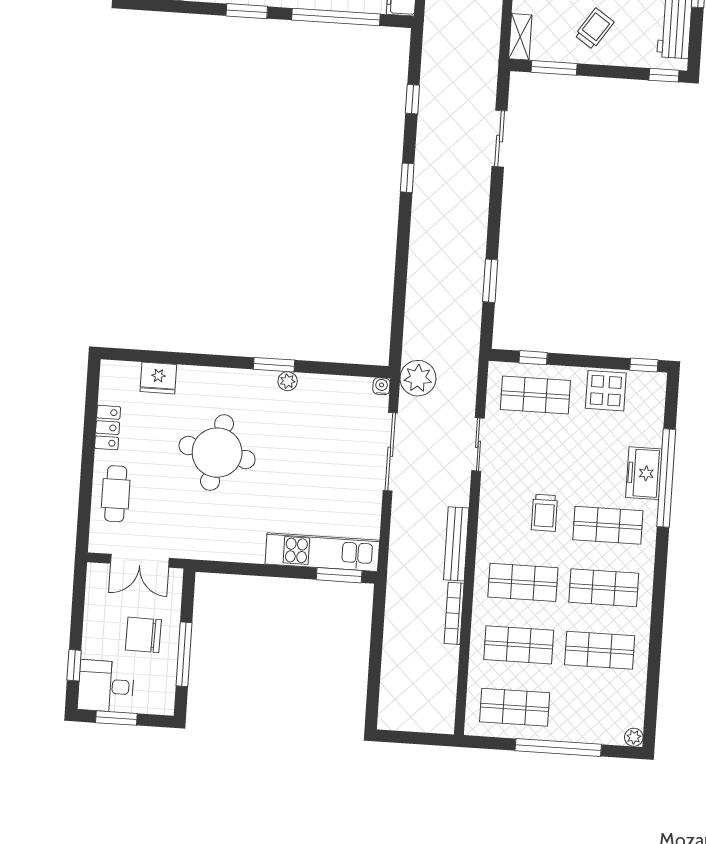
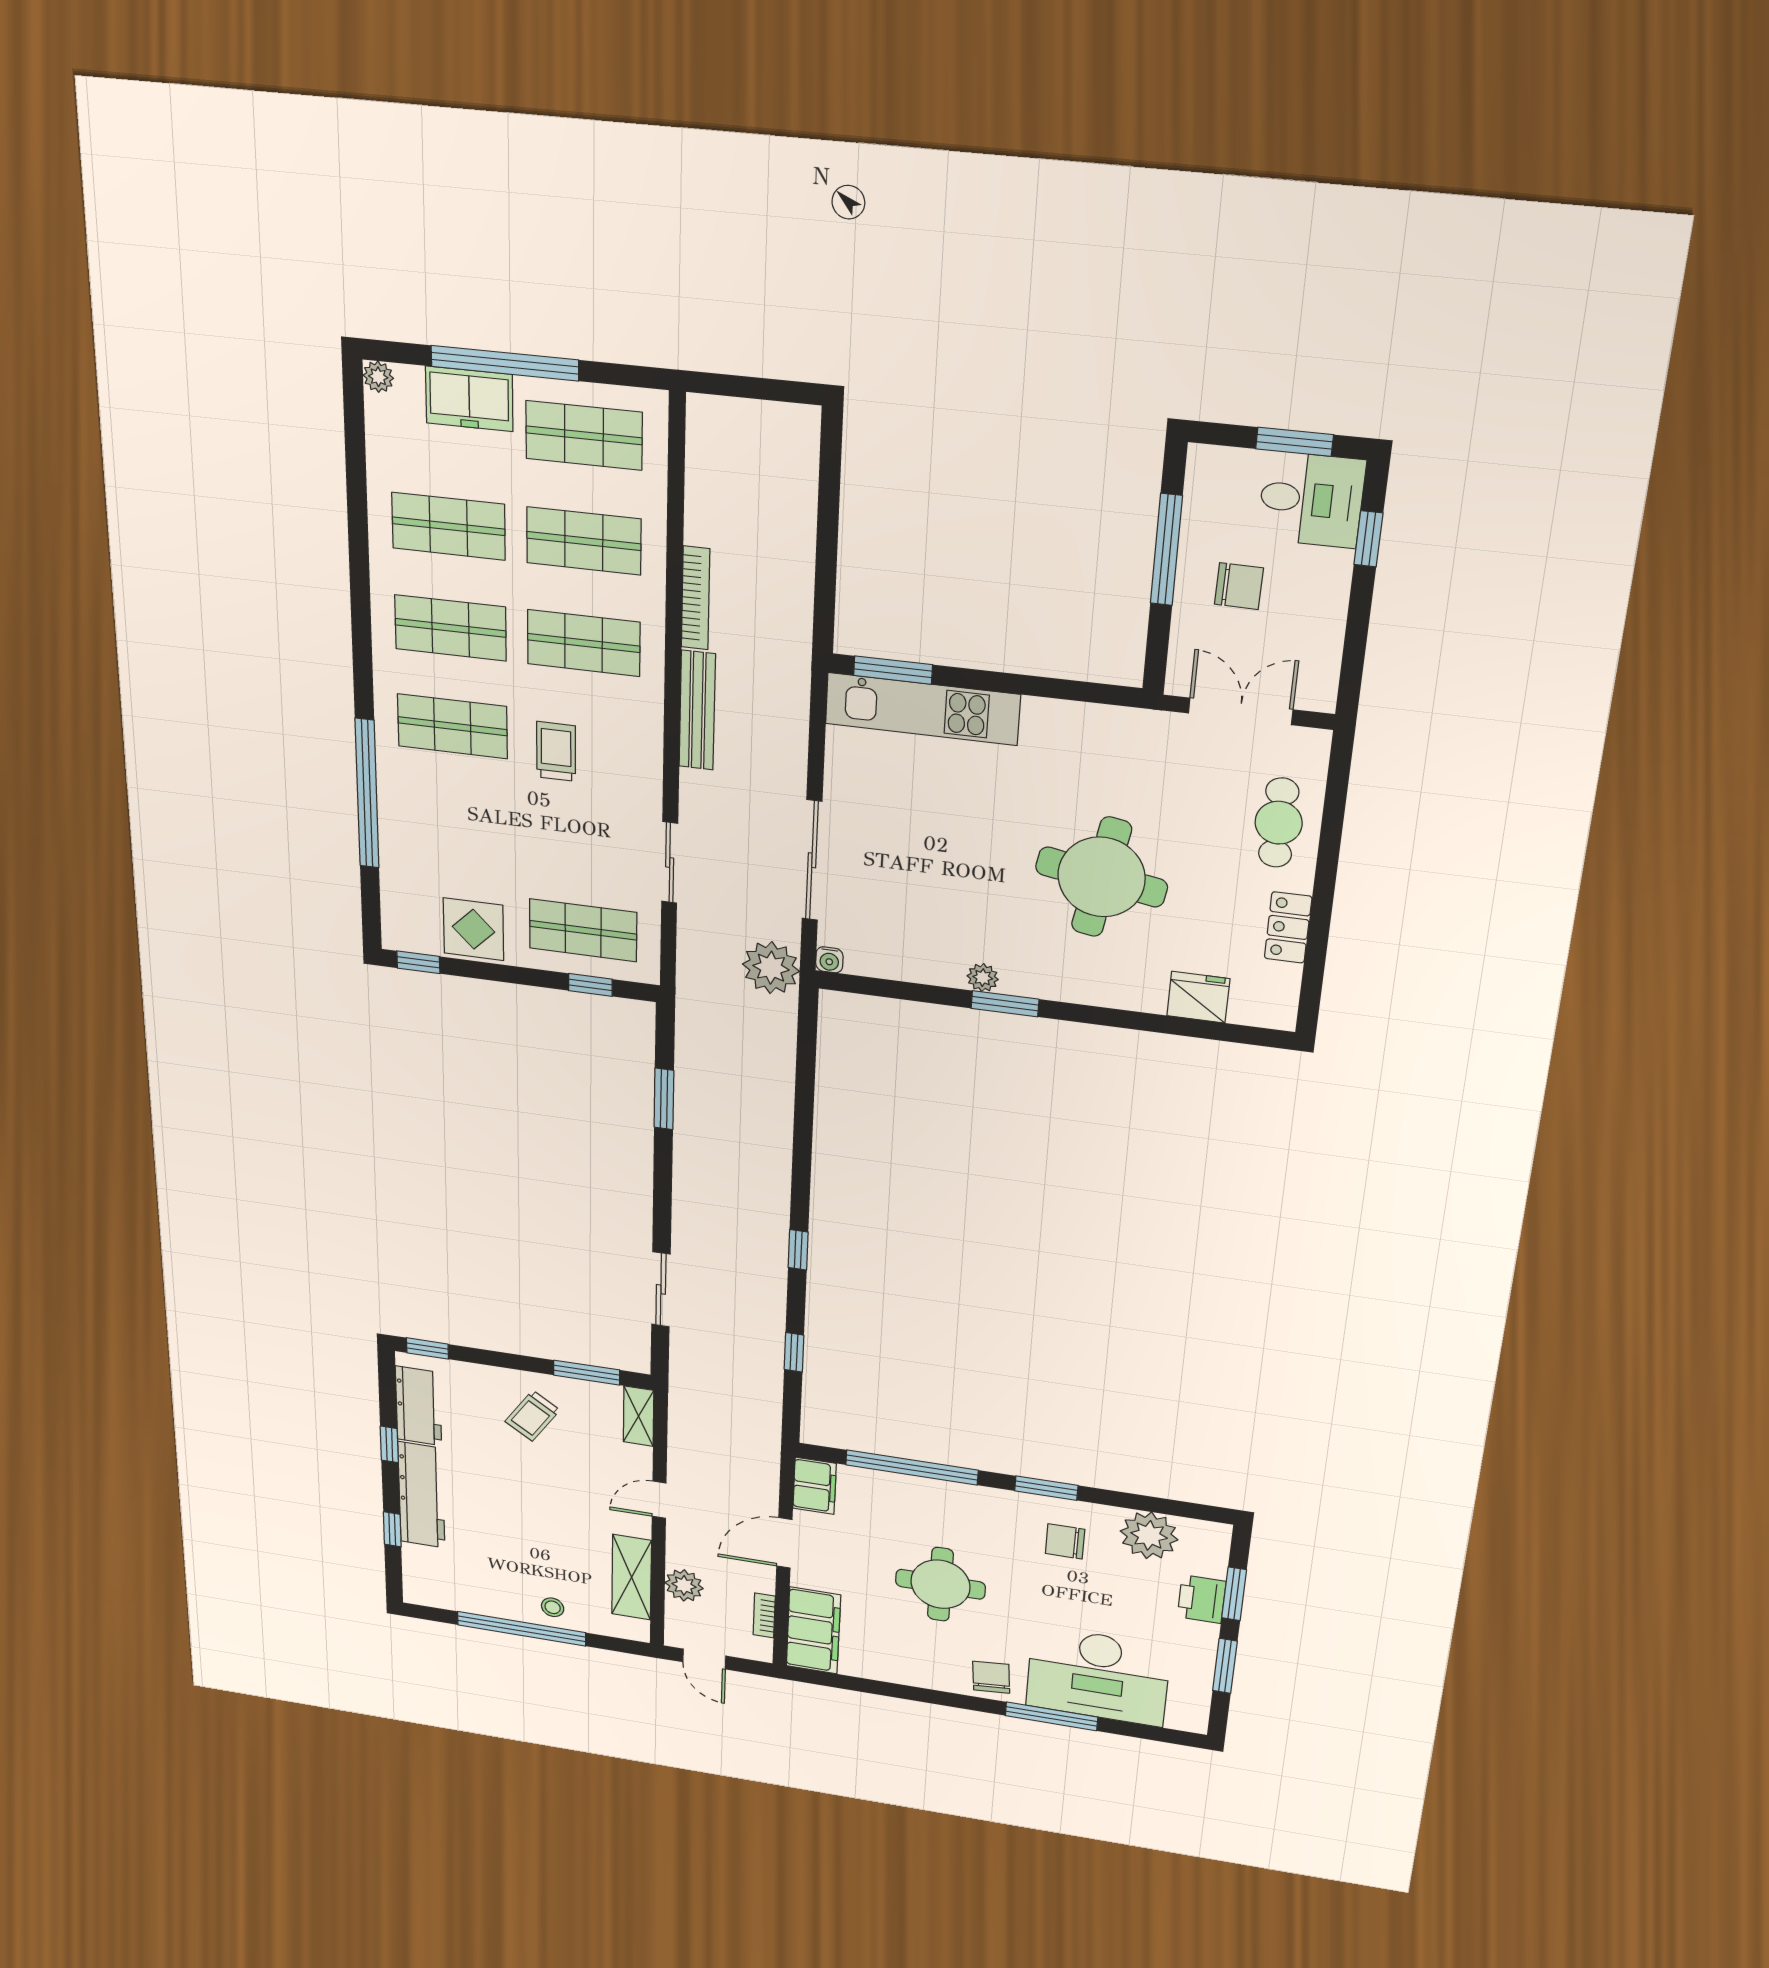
freezer: (644, 473) -> (469, 399), moved, turned 90
chair: (143, 635) -> (1239, 586), width x0.73, depth x0.73

